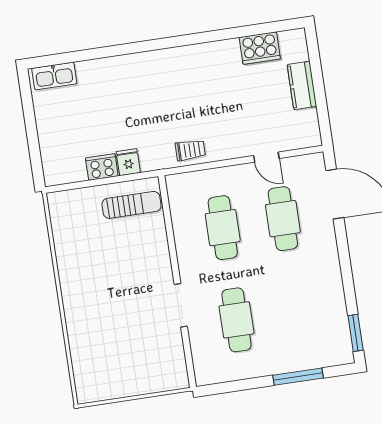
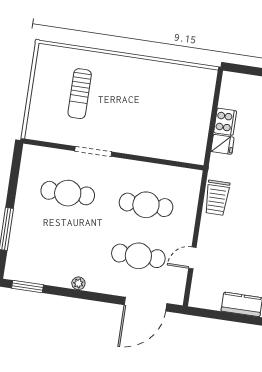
trolley: (190, 150) -> (217, 198), width x1.36, depth x1.39
sun lounger: (132, 205) -> (80, 94), moved
plant: (334, 277) -> (78, 283), added

